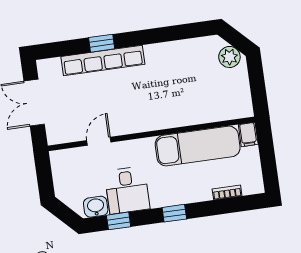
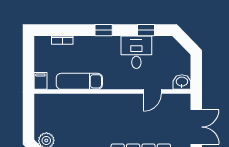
exam couch: (198, 146) -> (79, 81), width x0.73, depth x0.69
washbasin: (96, 207) -> (182, 82), moved, turned 180

